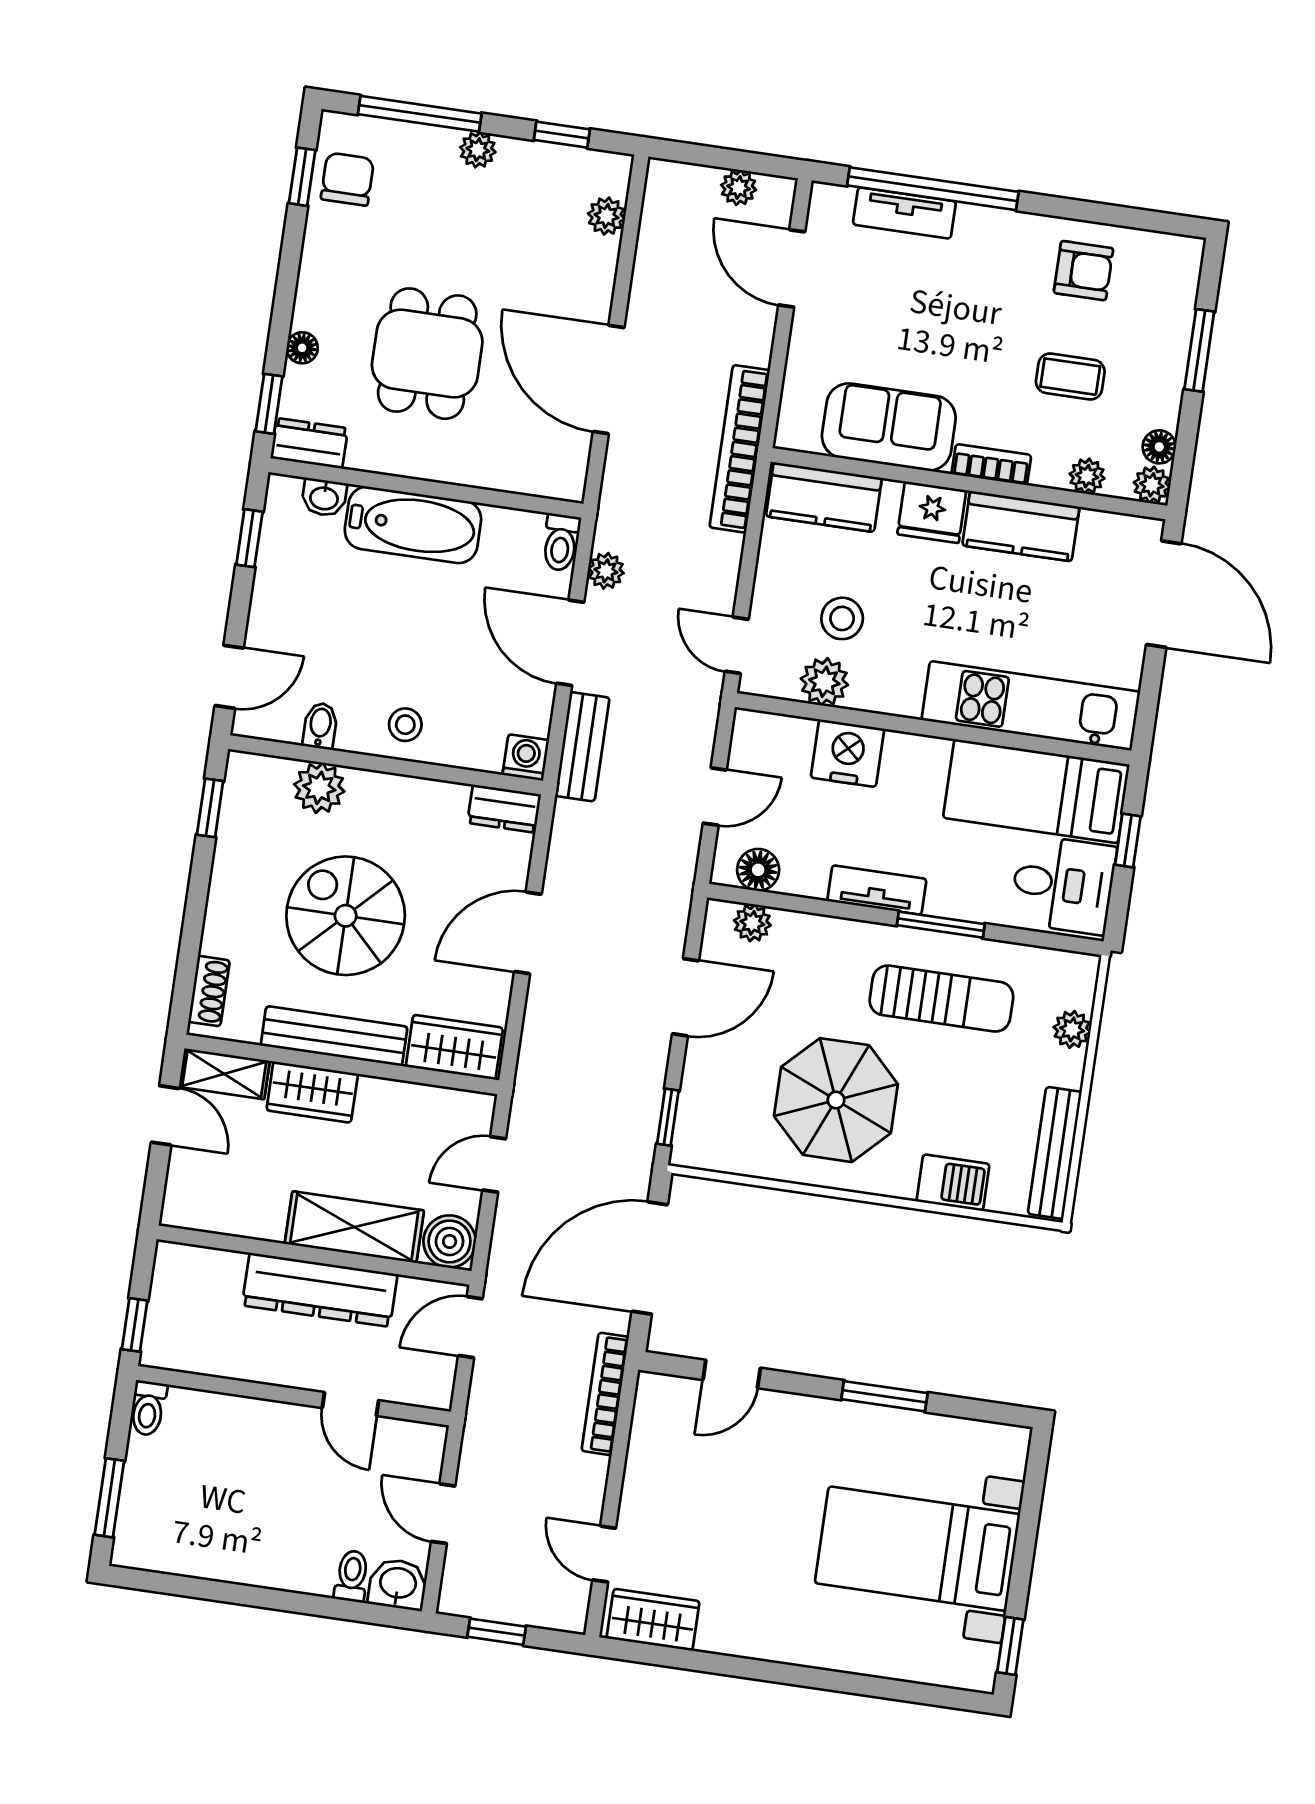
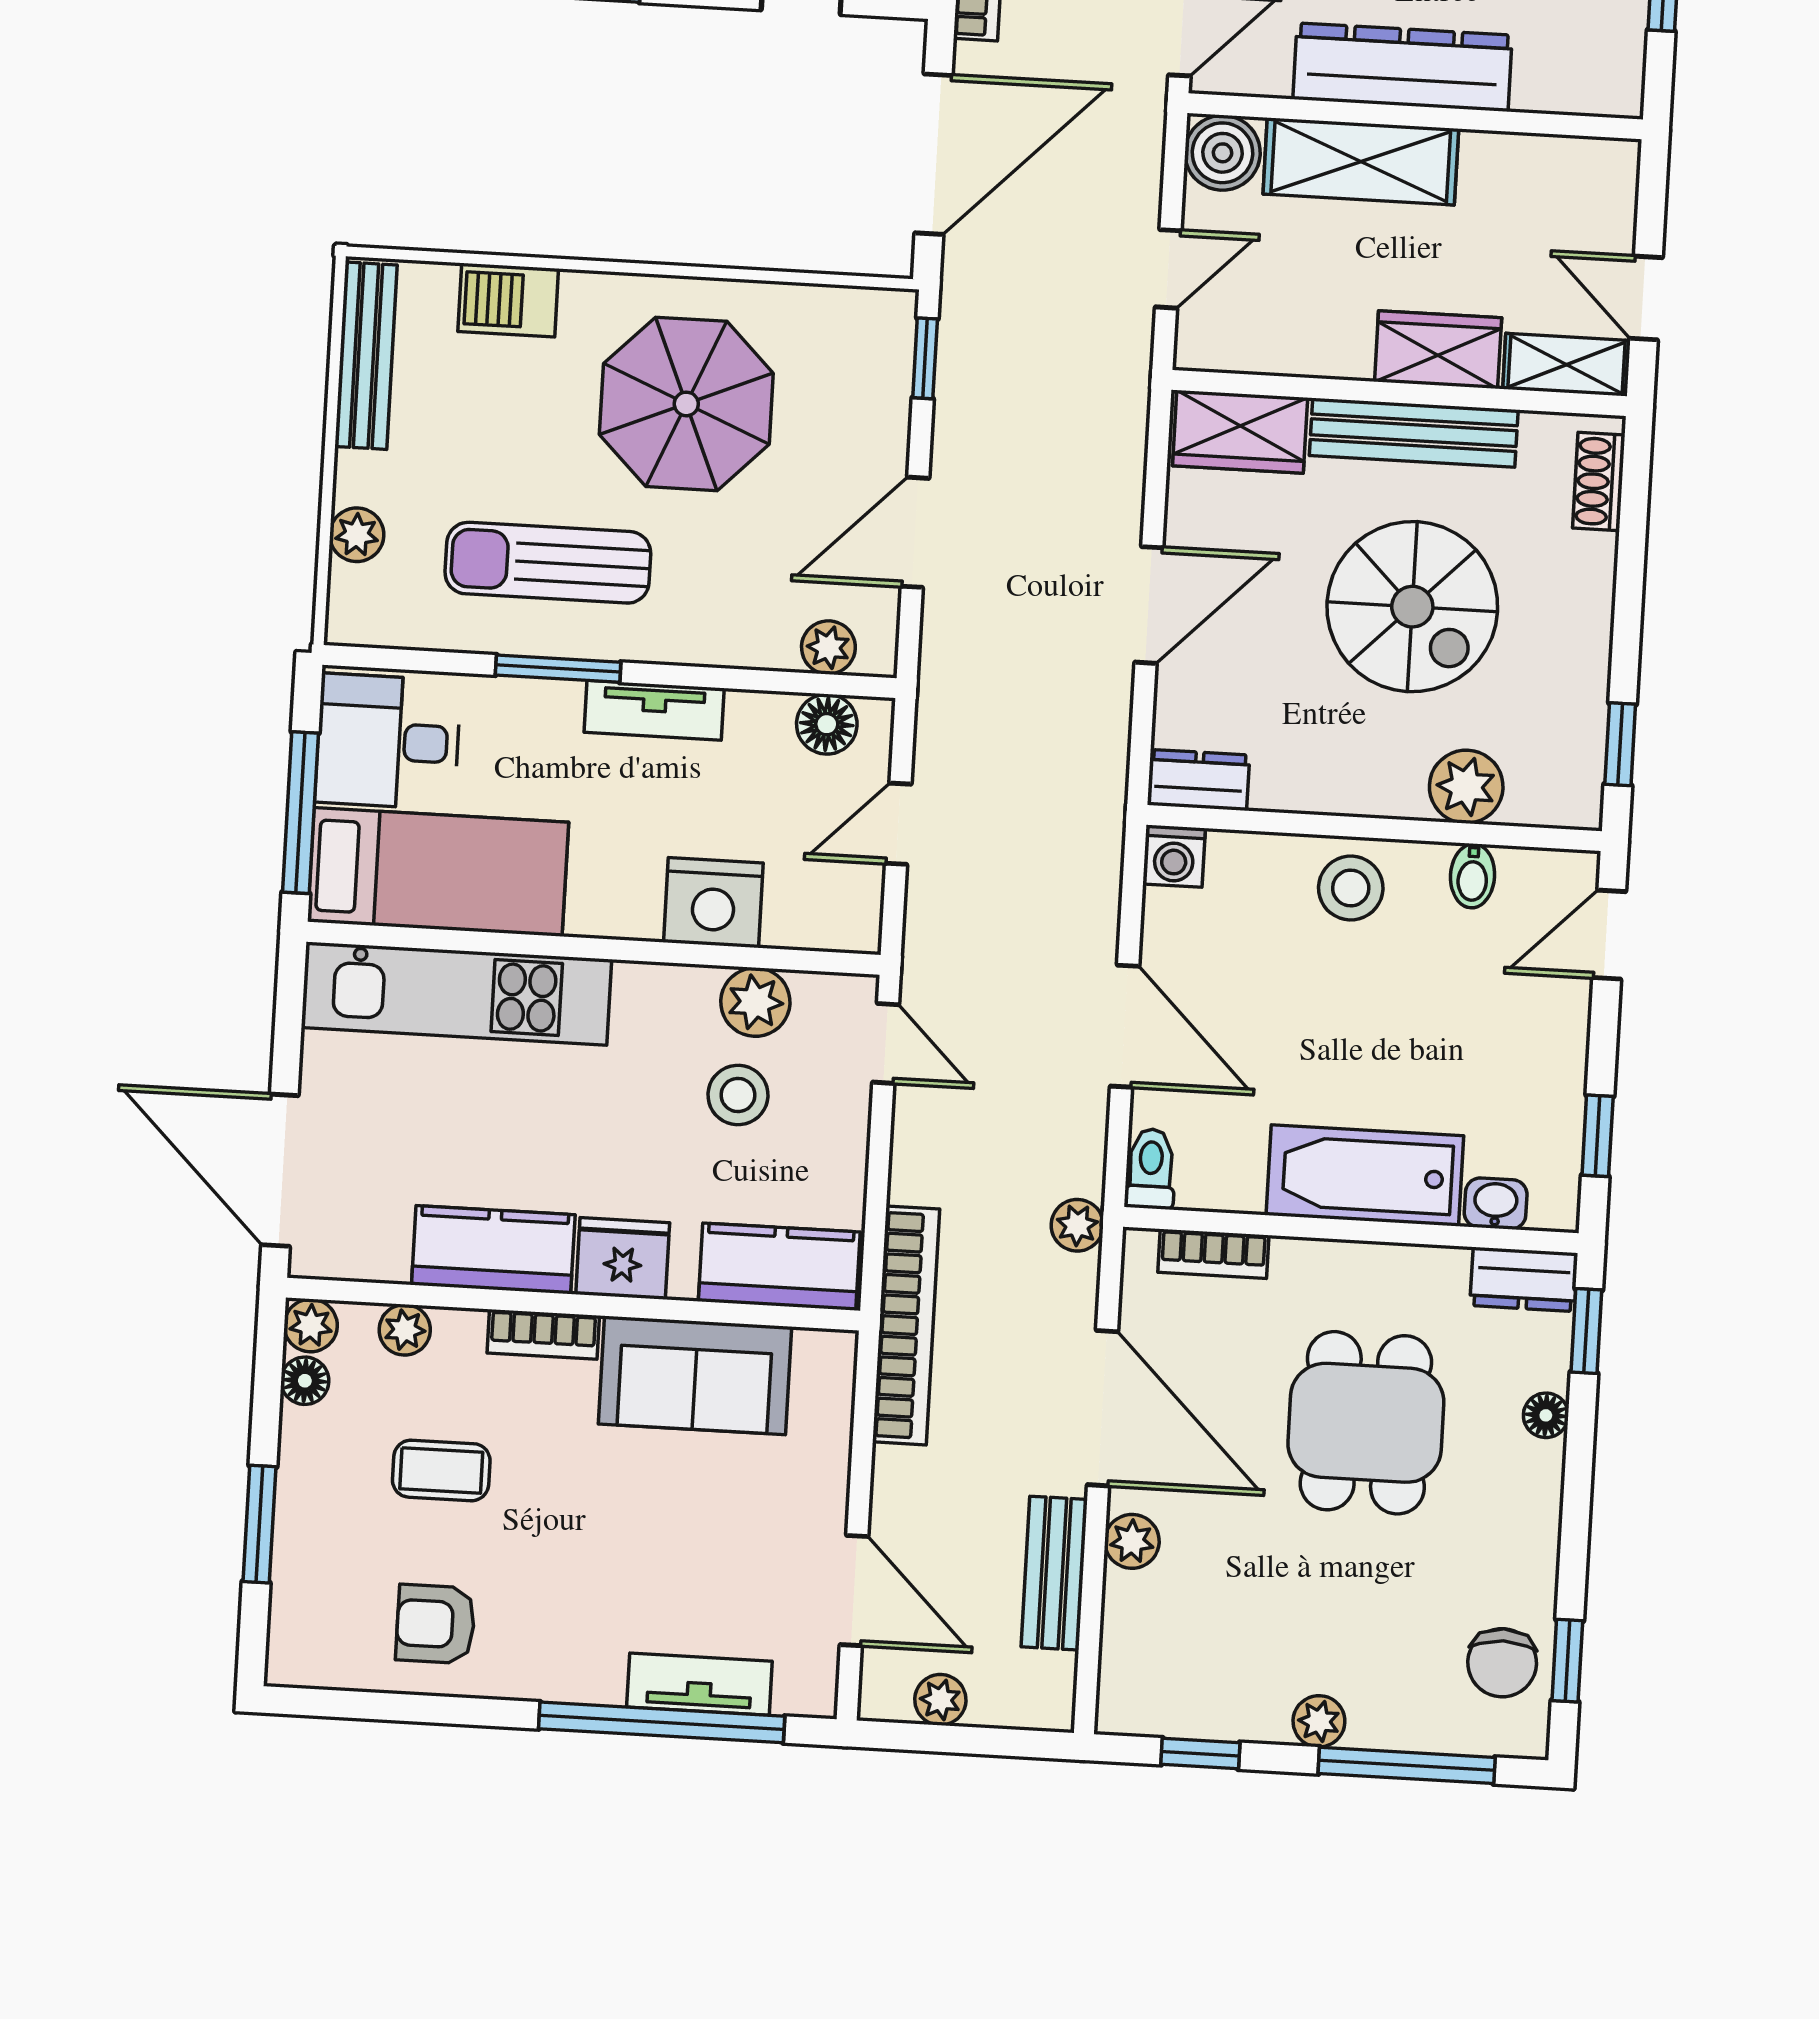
plant: (606, 216) -> (1132, 1541), moved
bookcase: (523, 480) -> (1213, 1254), added
plant: (606, 571) -> (1077, 1225), moved
stool: (405, 725) -> (1351, 888), width x1.37, depth x1.37
bench: (582, 747) -> (1054, 1573), moved
window: (1128, 840) -> (301, 813), width x2.17

